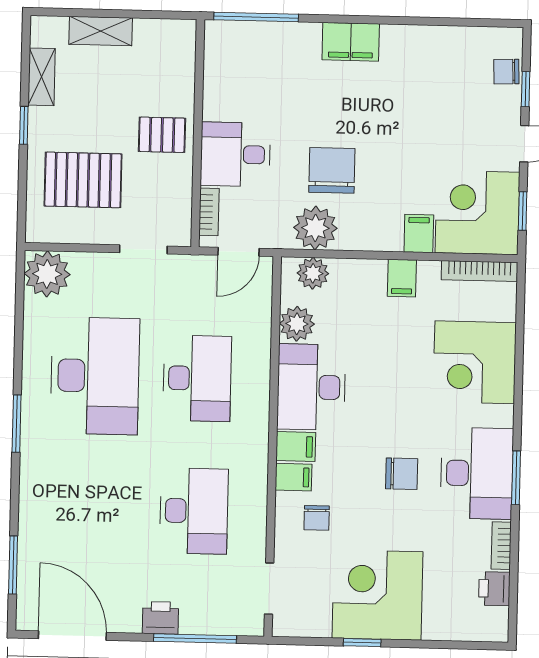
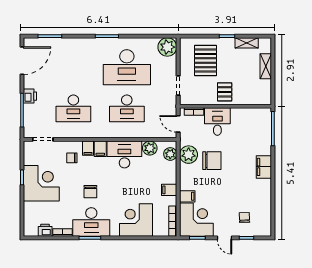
chair: (506, 72) -> (244, 218), moved

